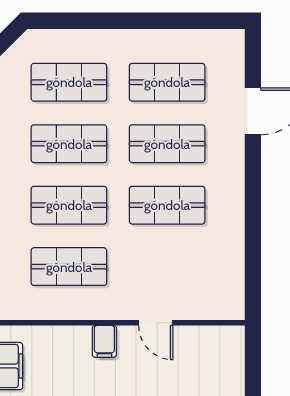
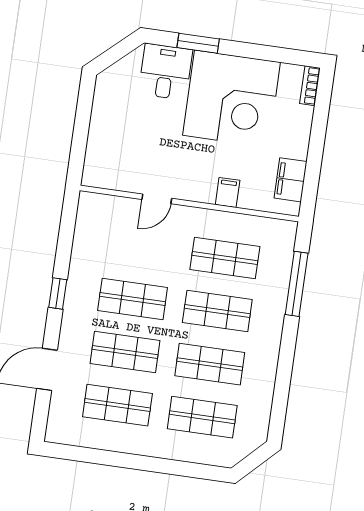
window: (253, 199) -> (58, 294), added
door: (156, 323) -> (157, 199), swing flipped
filing cabinet: (104, 341) -> (228, 192), moved

